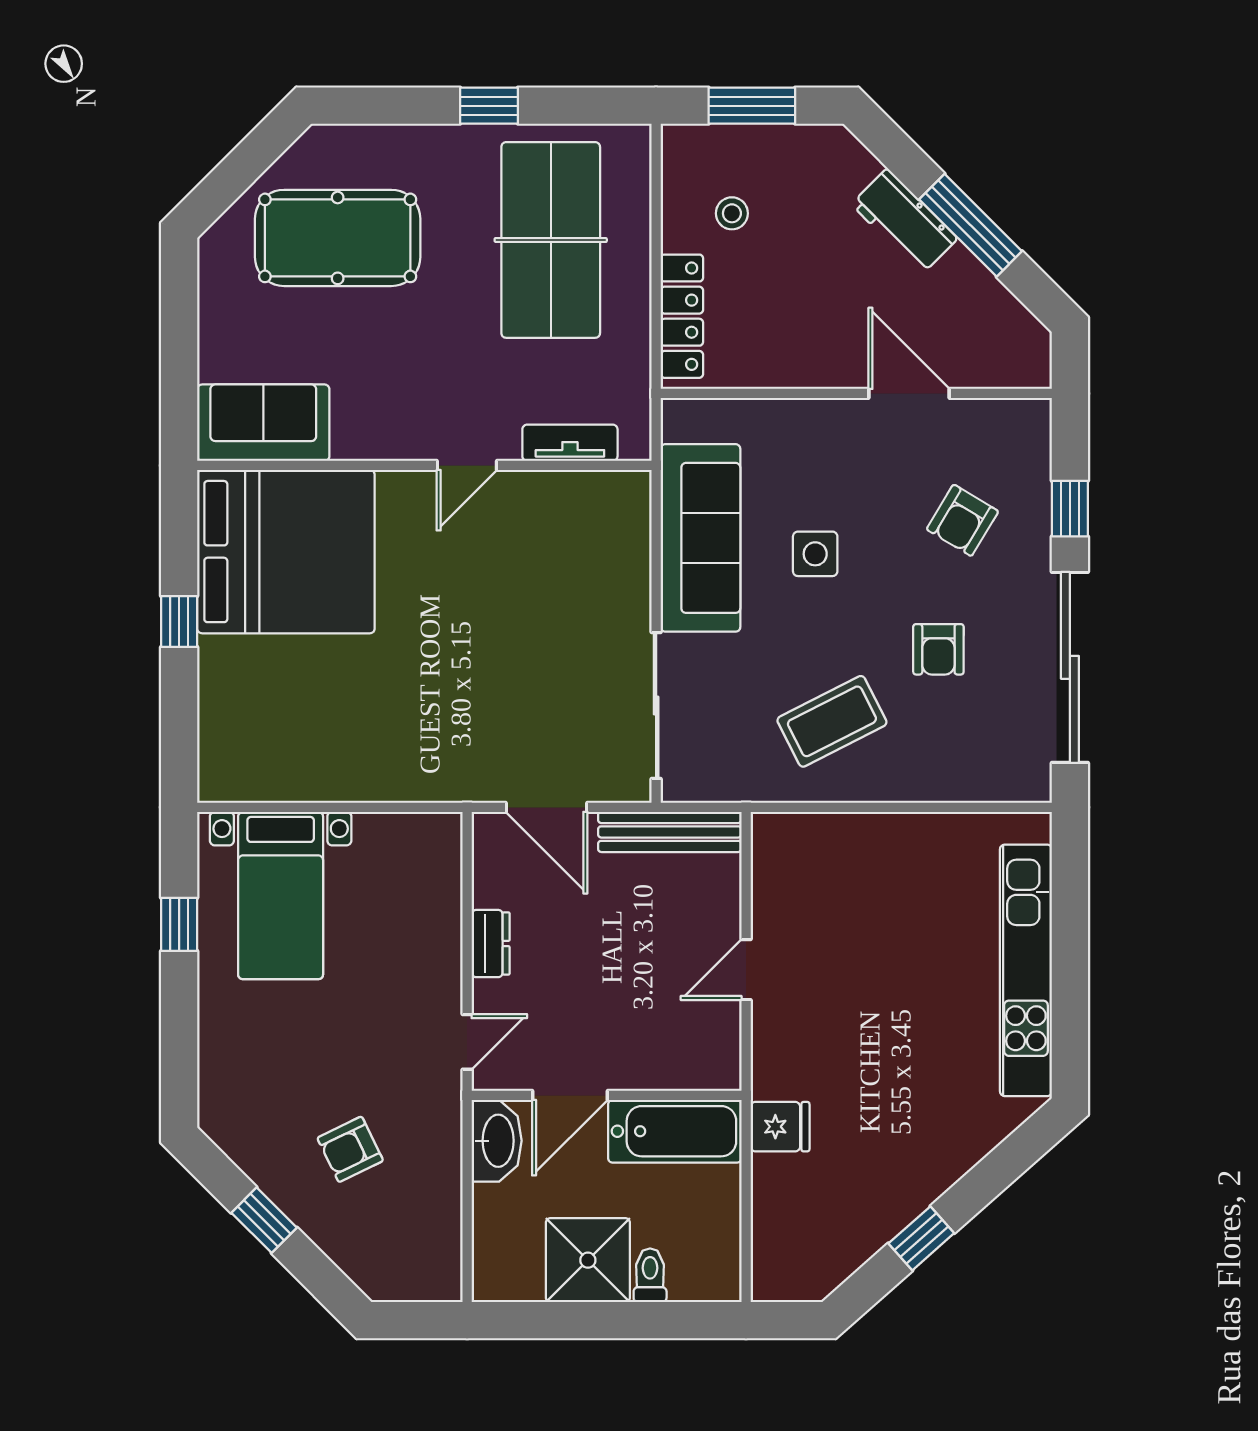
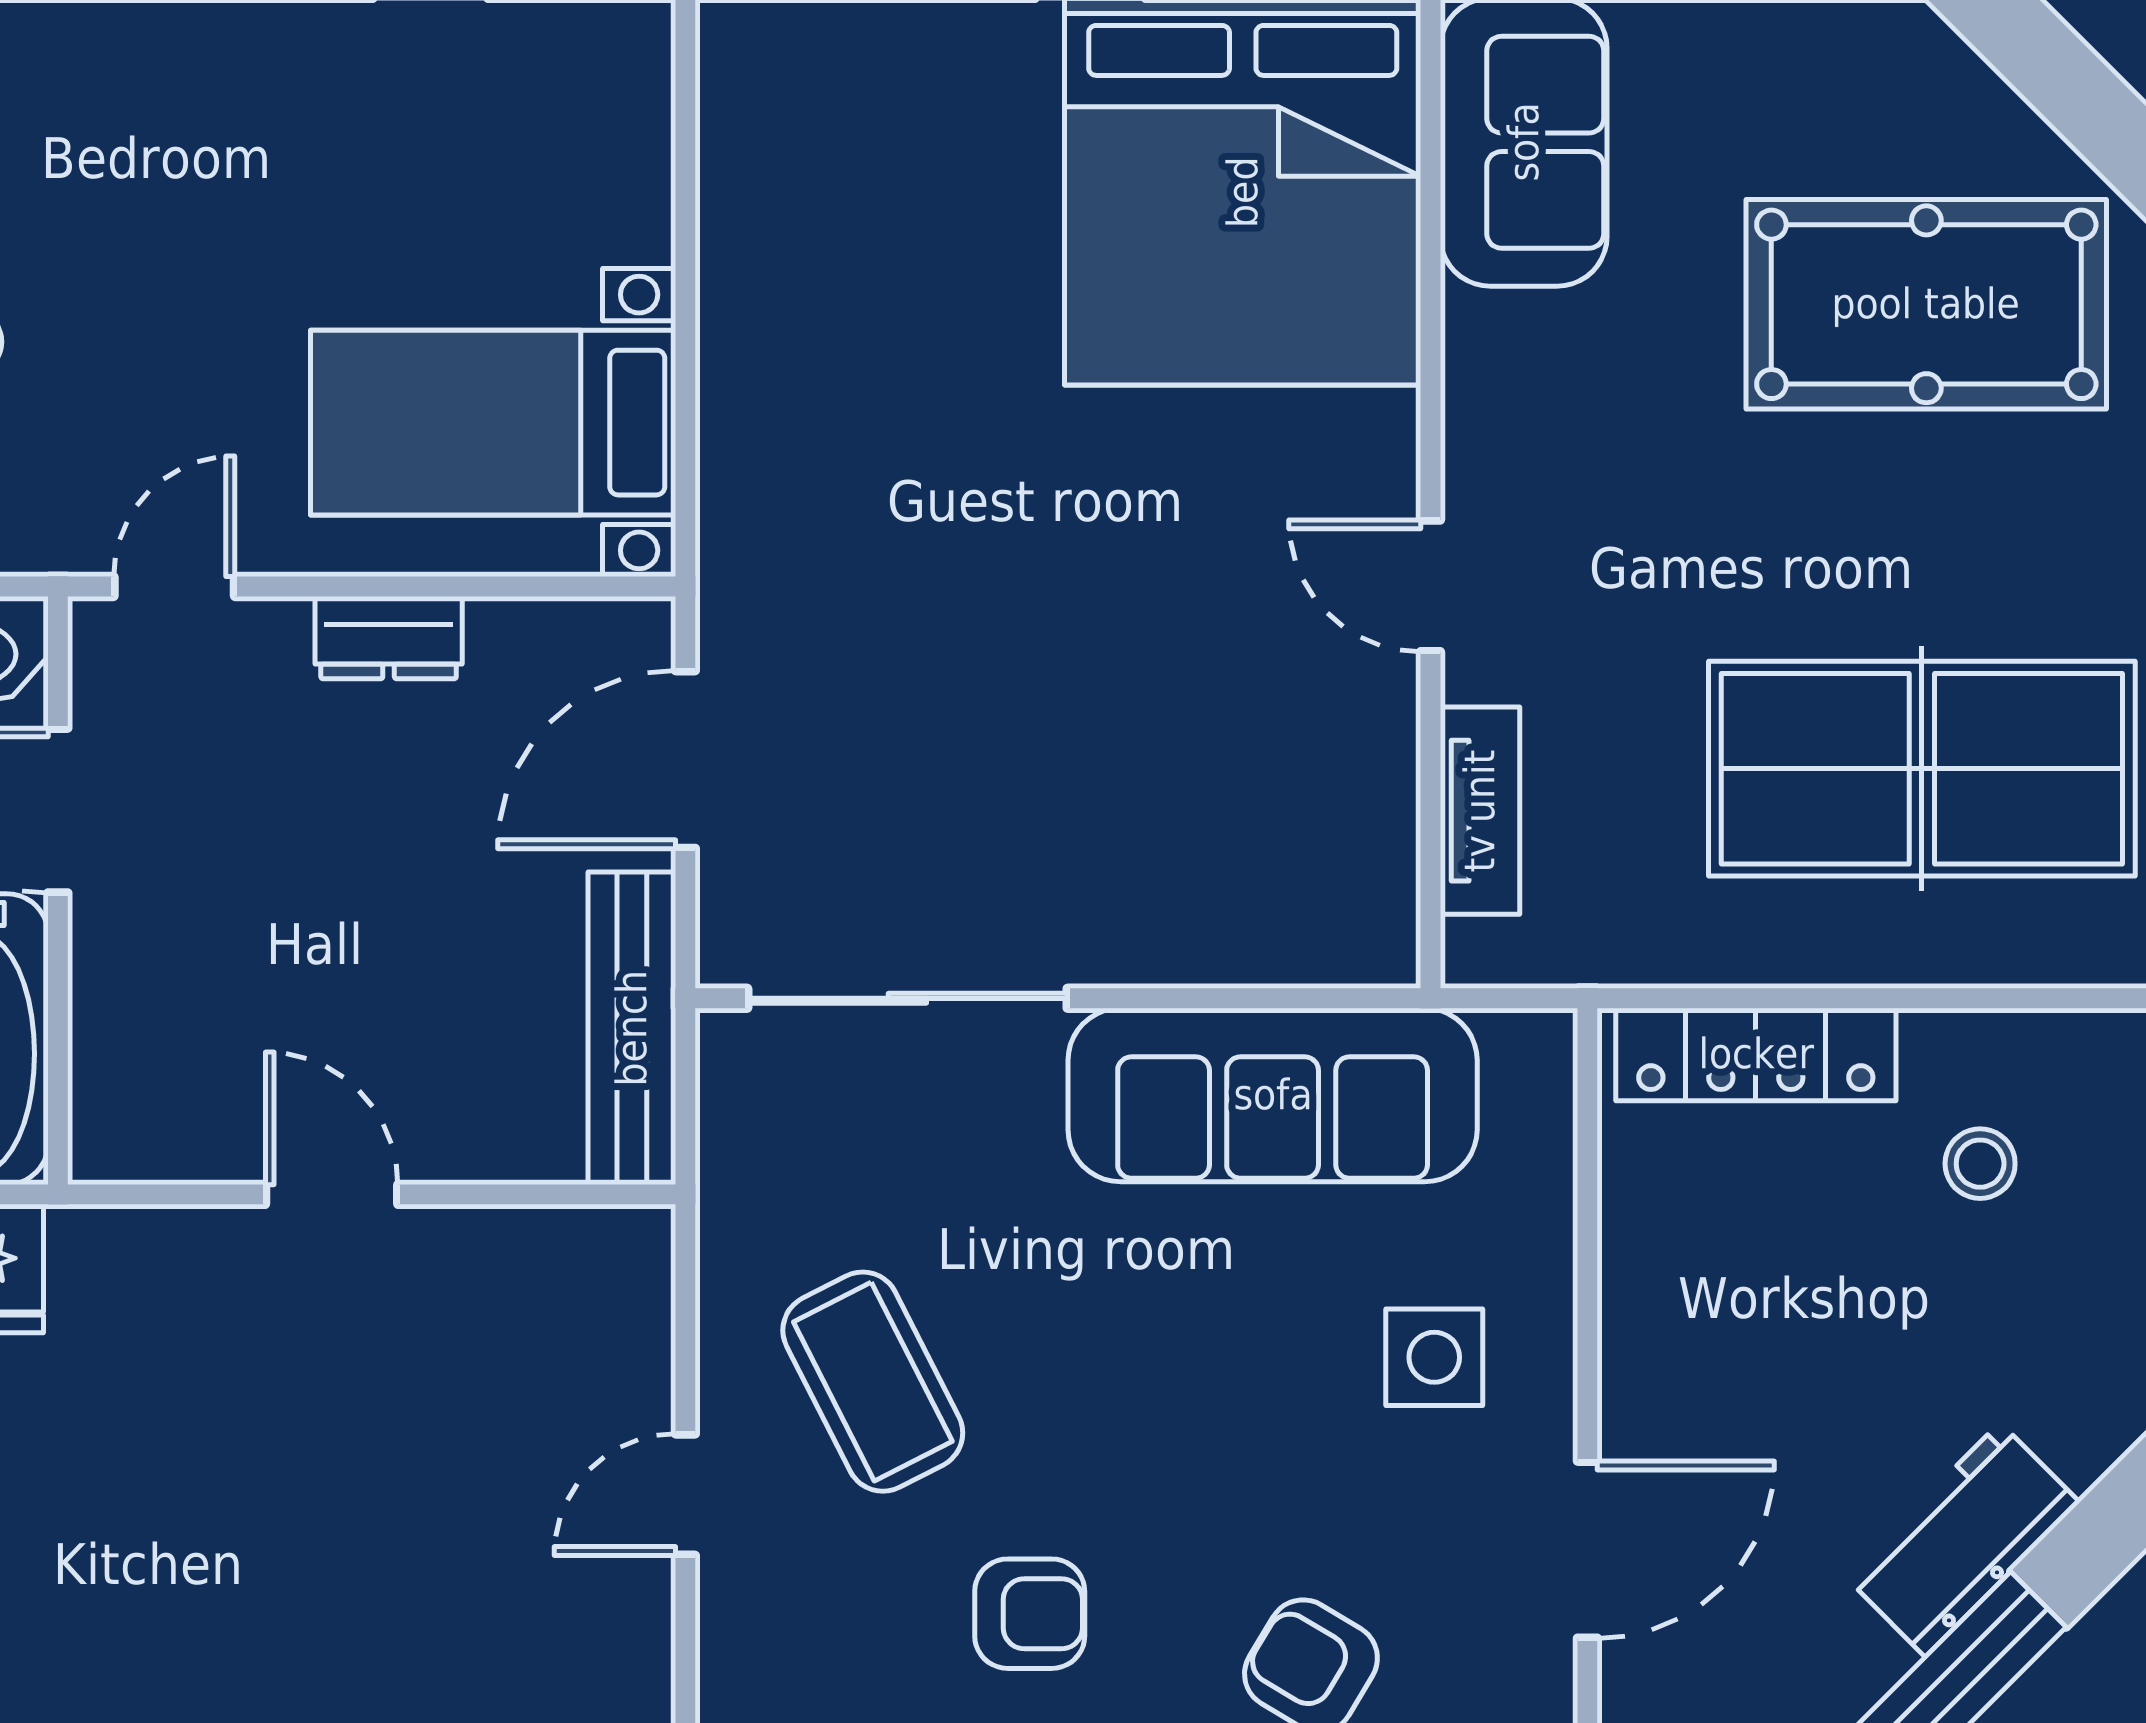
pool table: (338, 238) -> (1926, 304), turned 90
side table: (815, 554) -> (1434, 1357), moved
armchair: (938, 649) -> (1030, 1614), turned 180
door: (884, 807) -> (685, 1495), added
bed with nightstands: (281, 896) -> (493, 423), moved
door: (467, 1042) -> (174, 586), swing flipped

